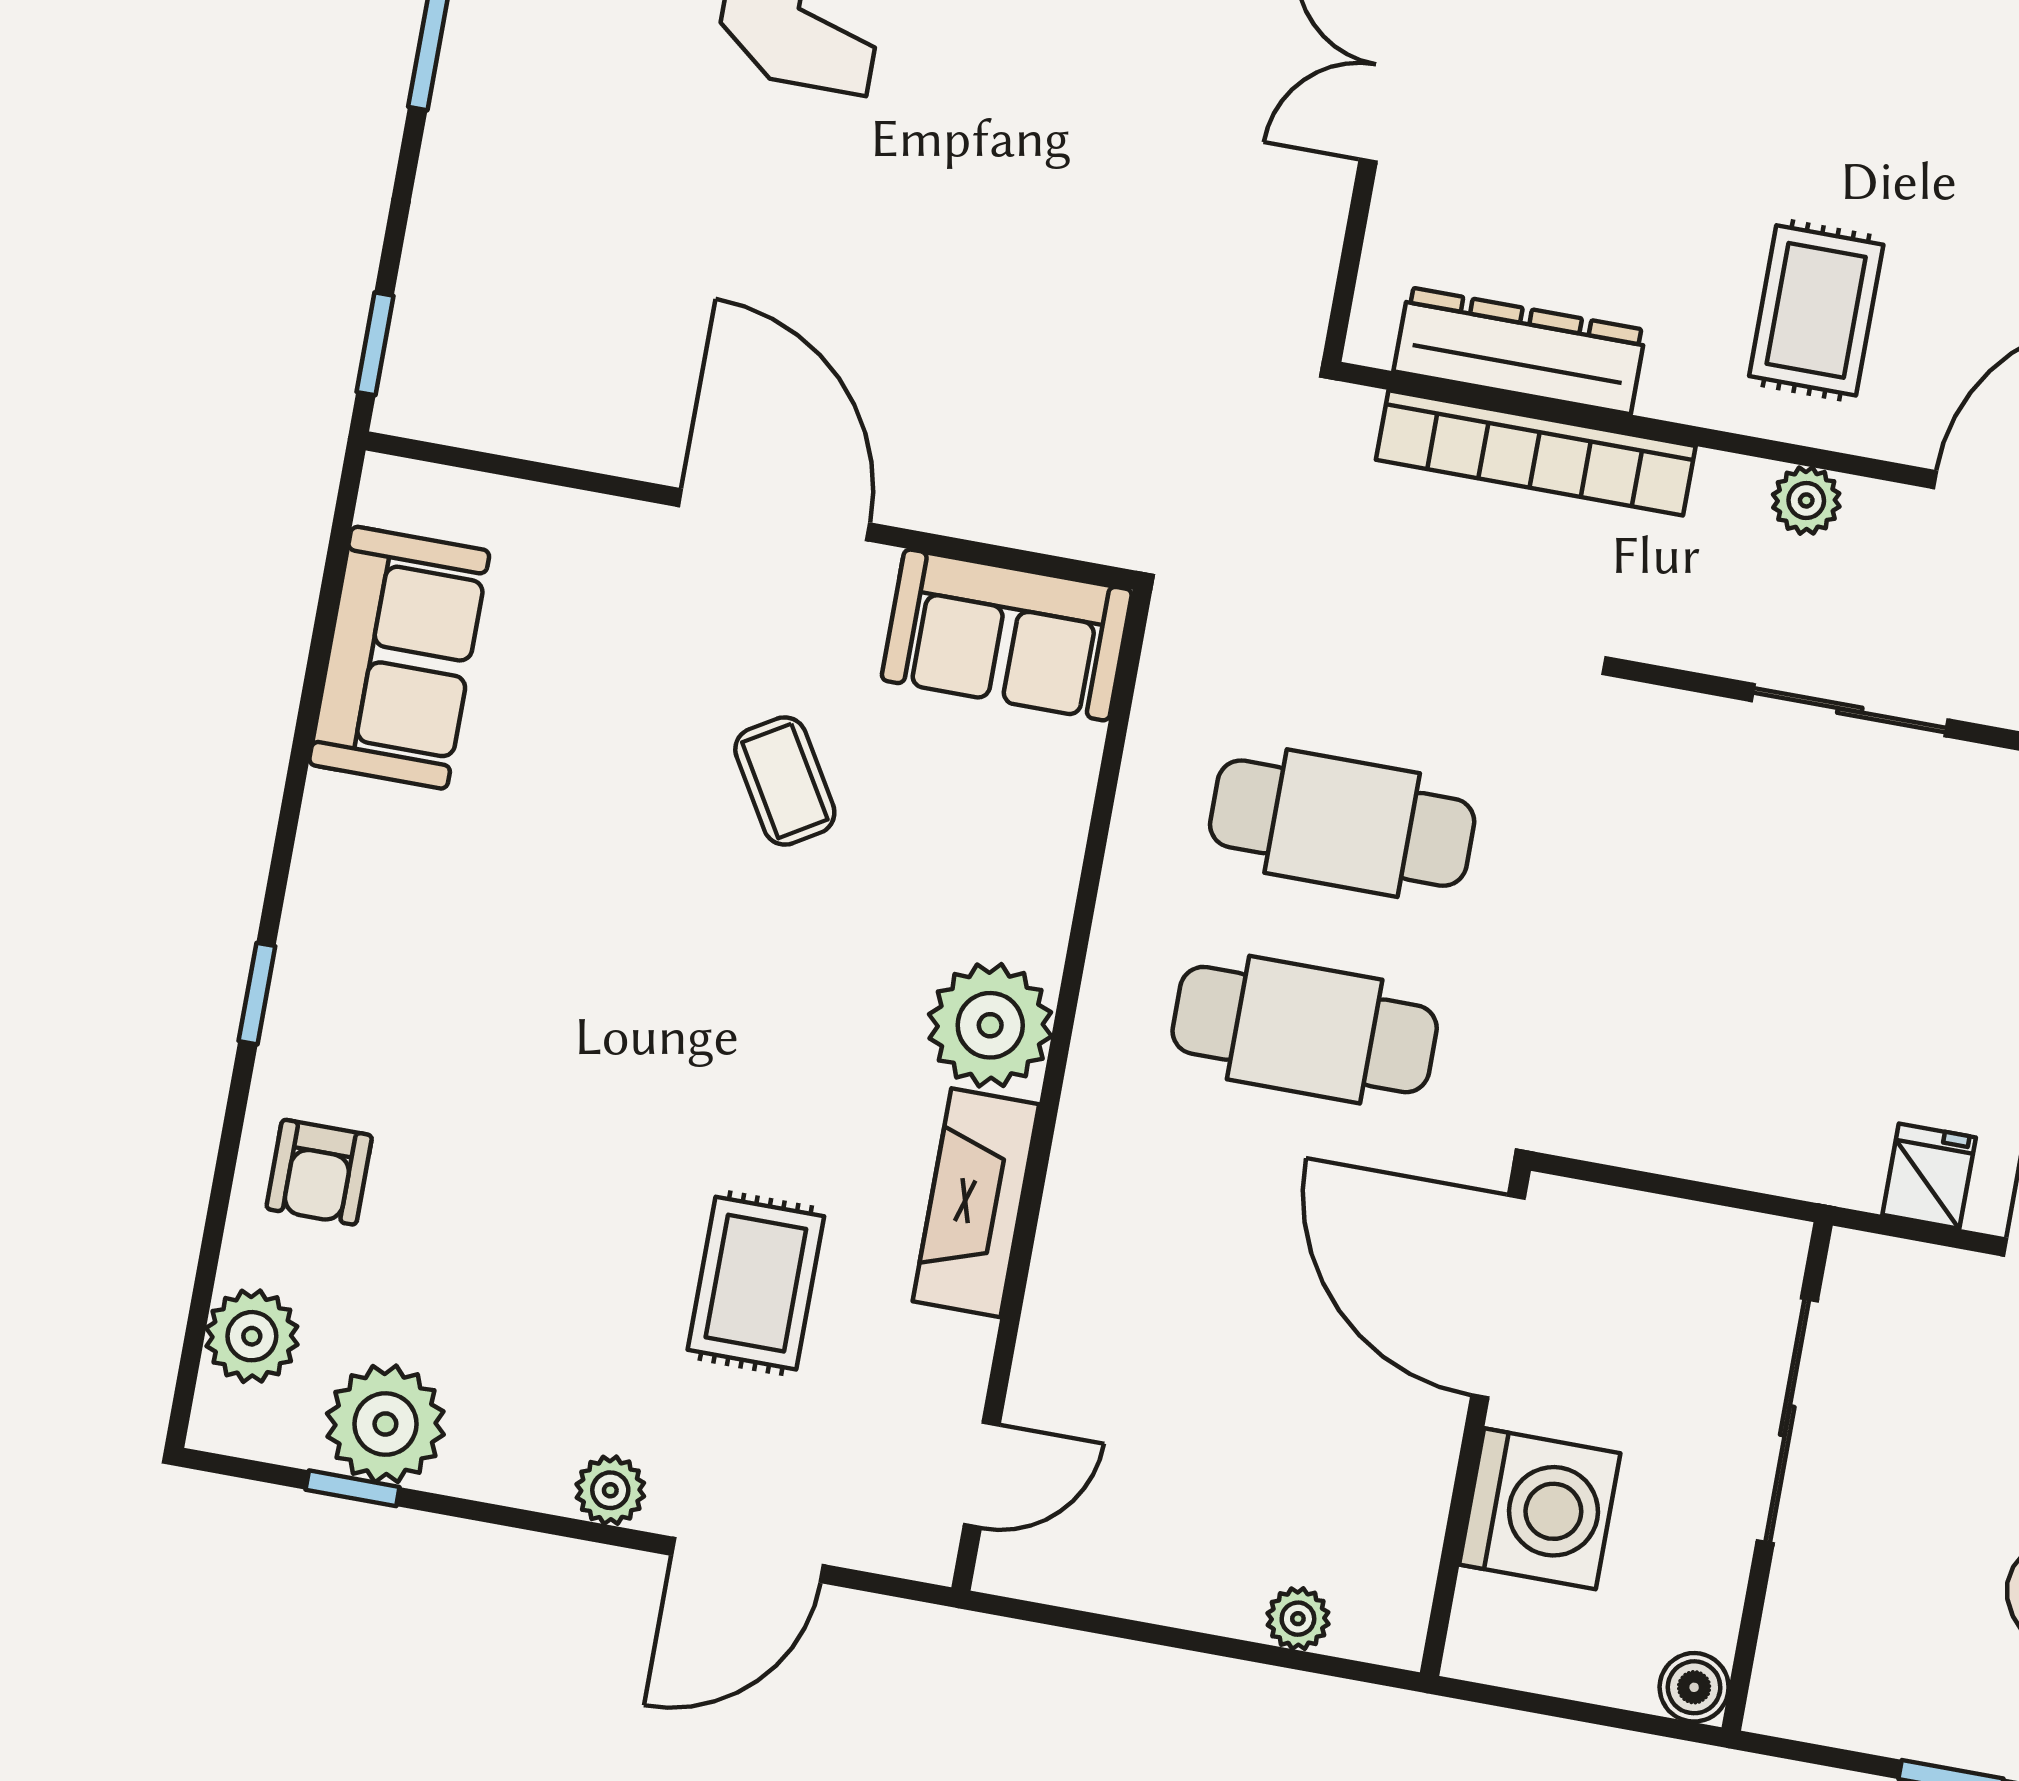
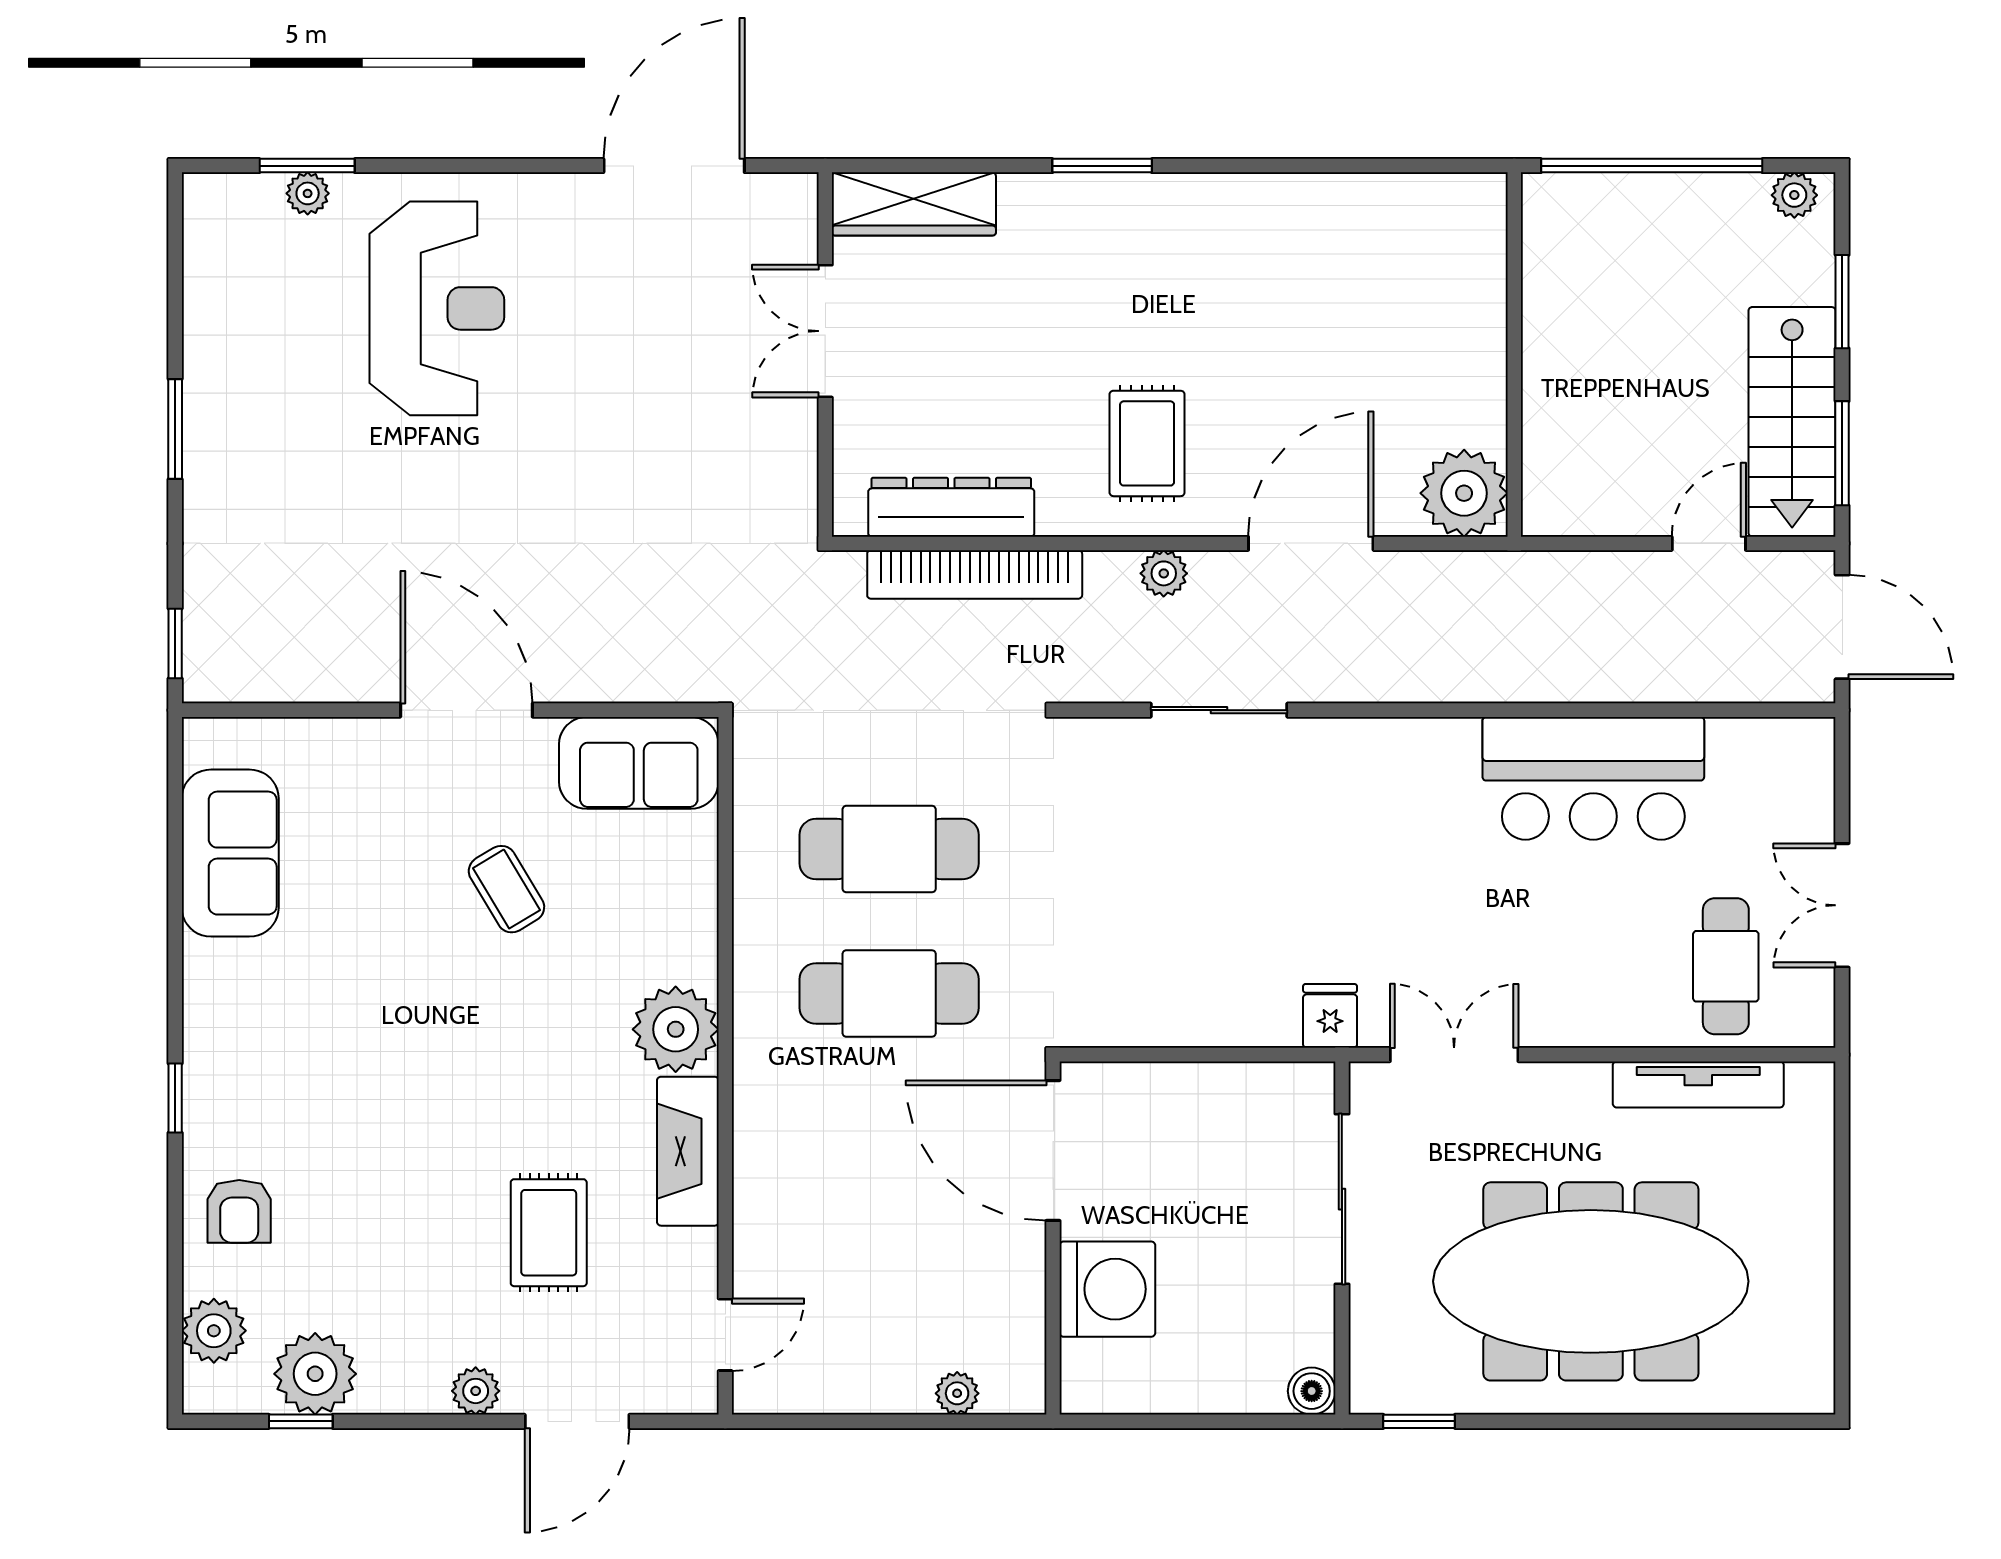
sliding door: (1787, 1421) -> (1342, 1199), moved
wall: (1777, 1476) -> (1342, 1238), moved
boiler: (1694, 1687) -> (1312, 1391), moved

